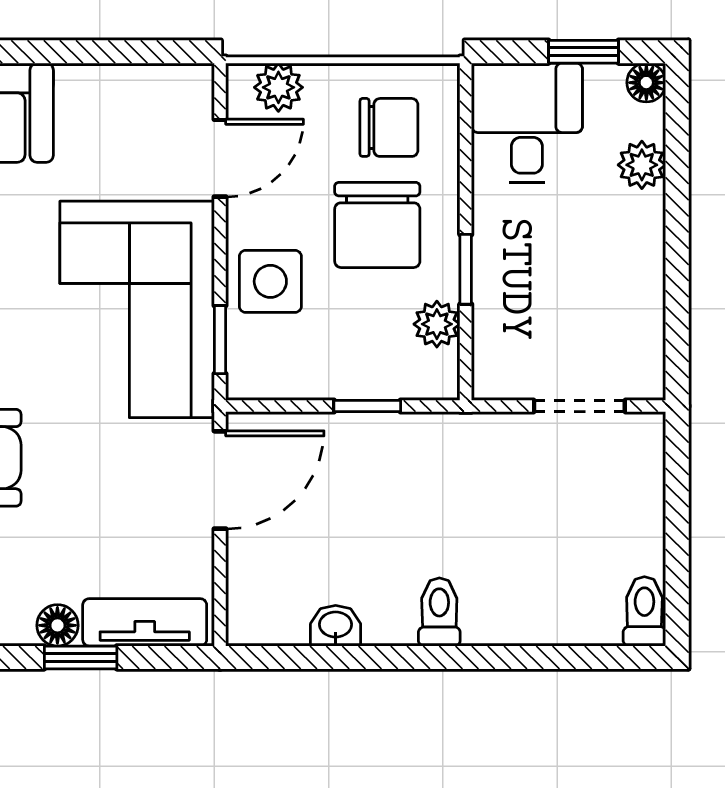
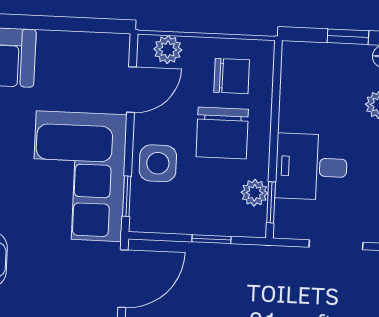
desk: (527, 123) -> (311, 167), moved, turned -90
window: (466, 269) -> (271, 202), moved

